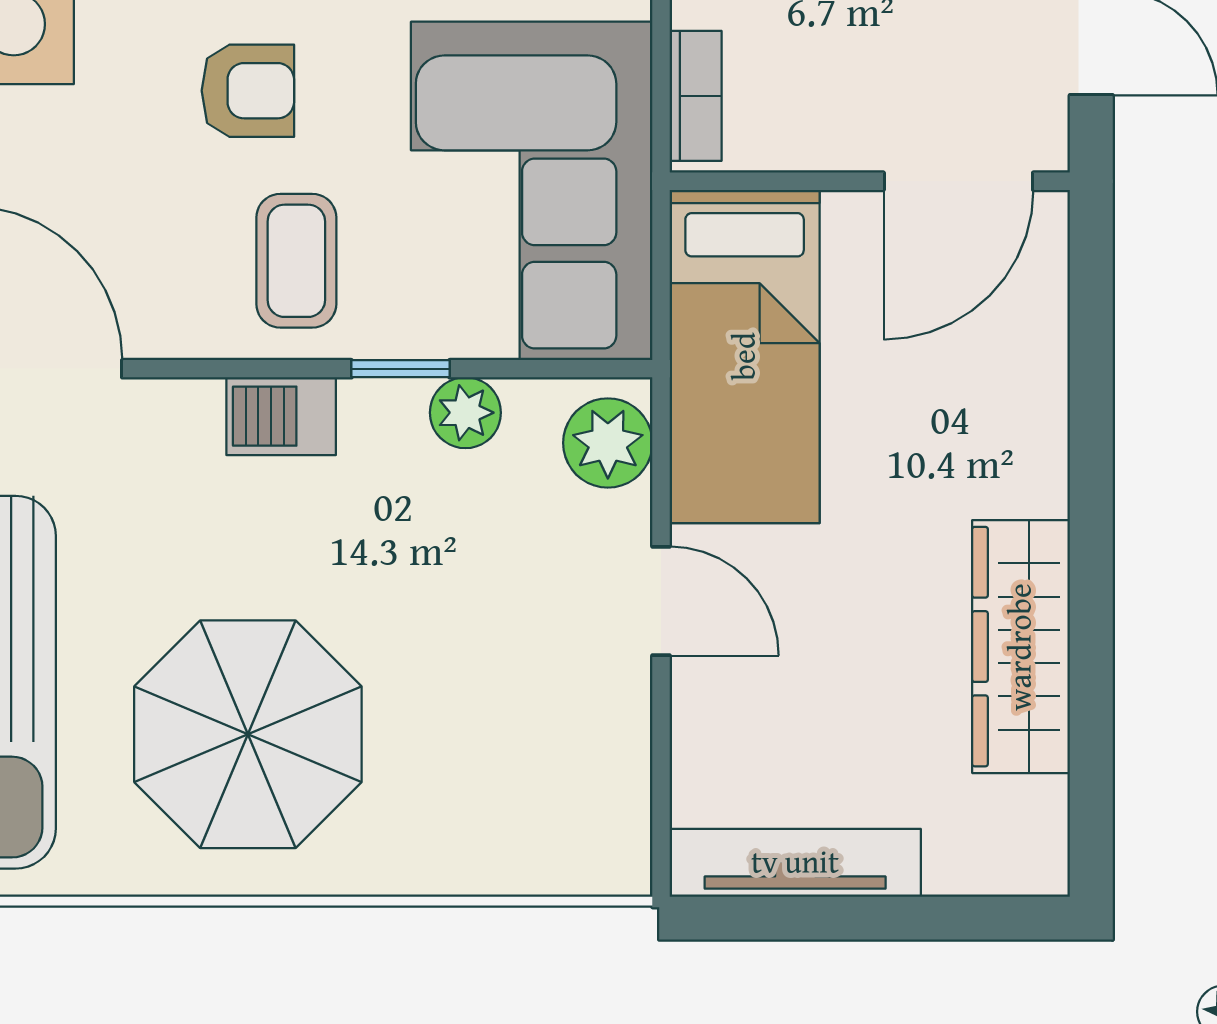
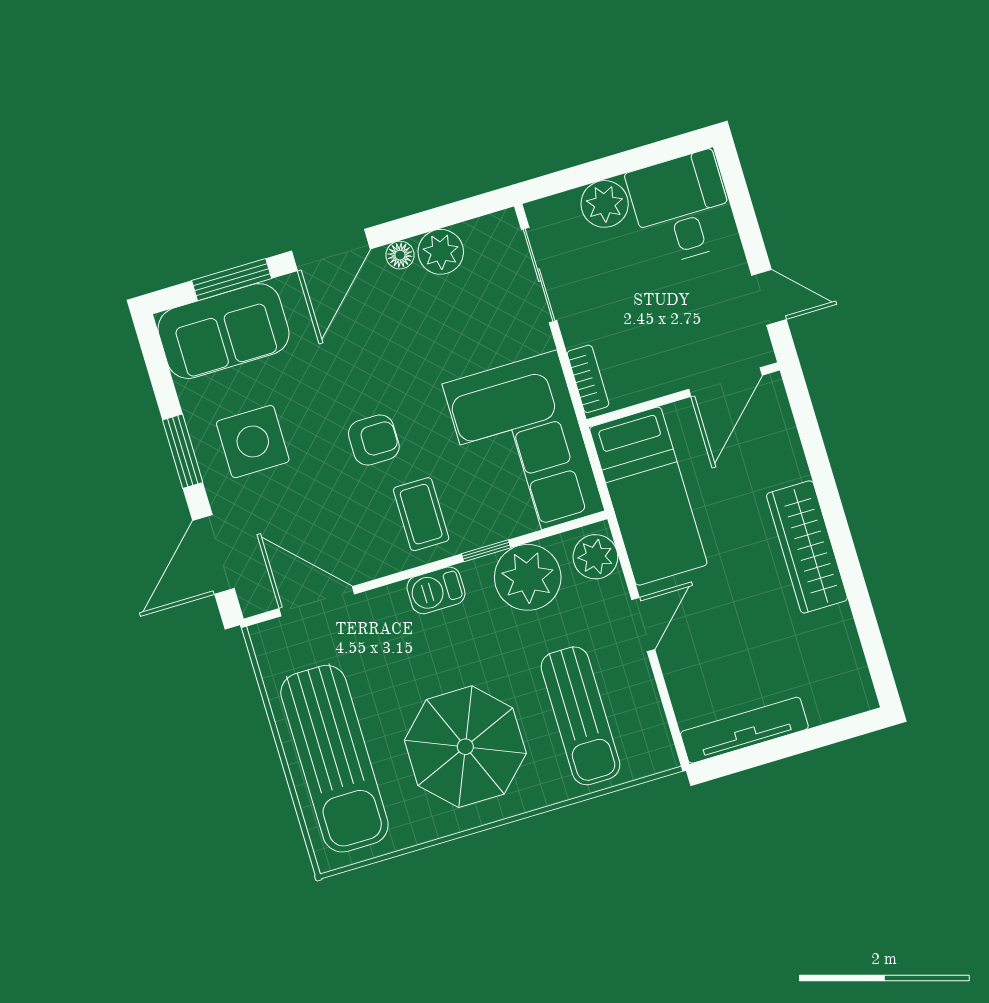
plant: (465, 413) -> (528, 577), width x1.87, depth x1.87
door: (661, 601) -> (643, 625), hinge flipped
wardrobe: (1021, 647) -> (807, 547), moved
sun lounger: (488, 741) -> (580, 716), added

